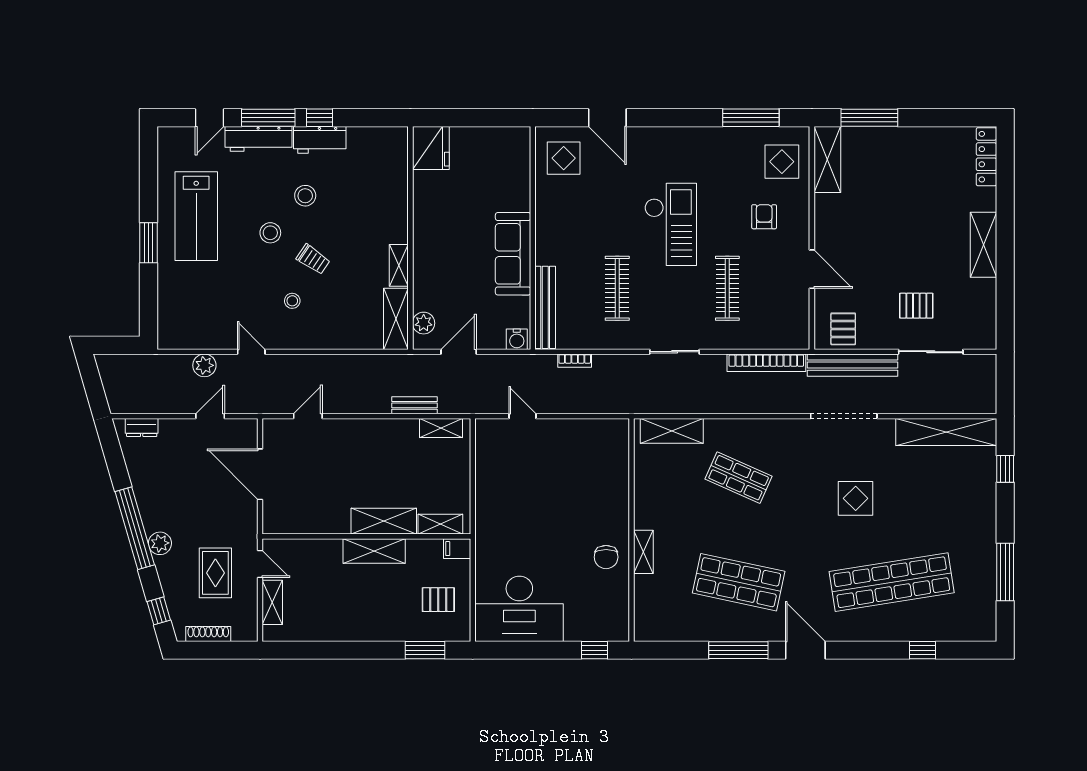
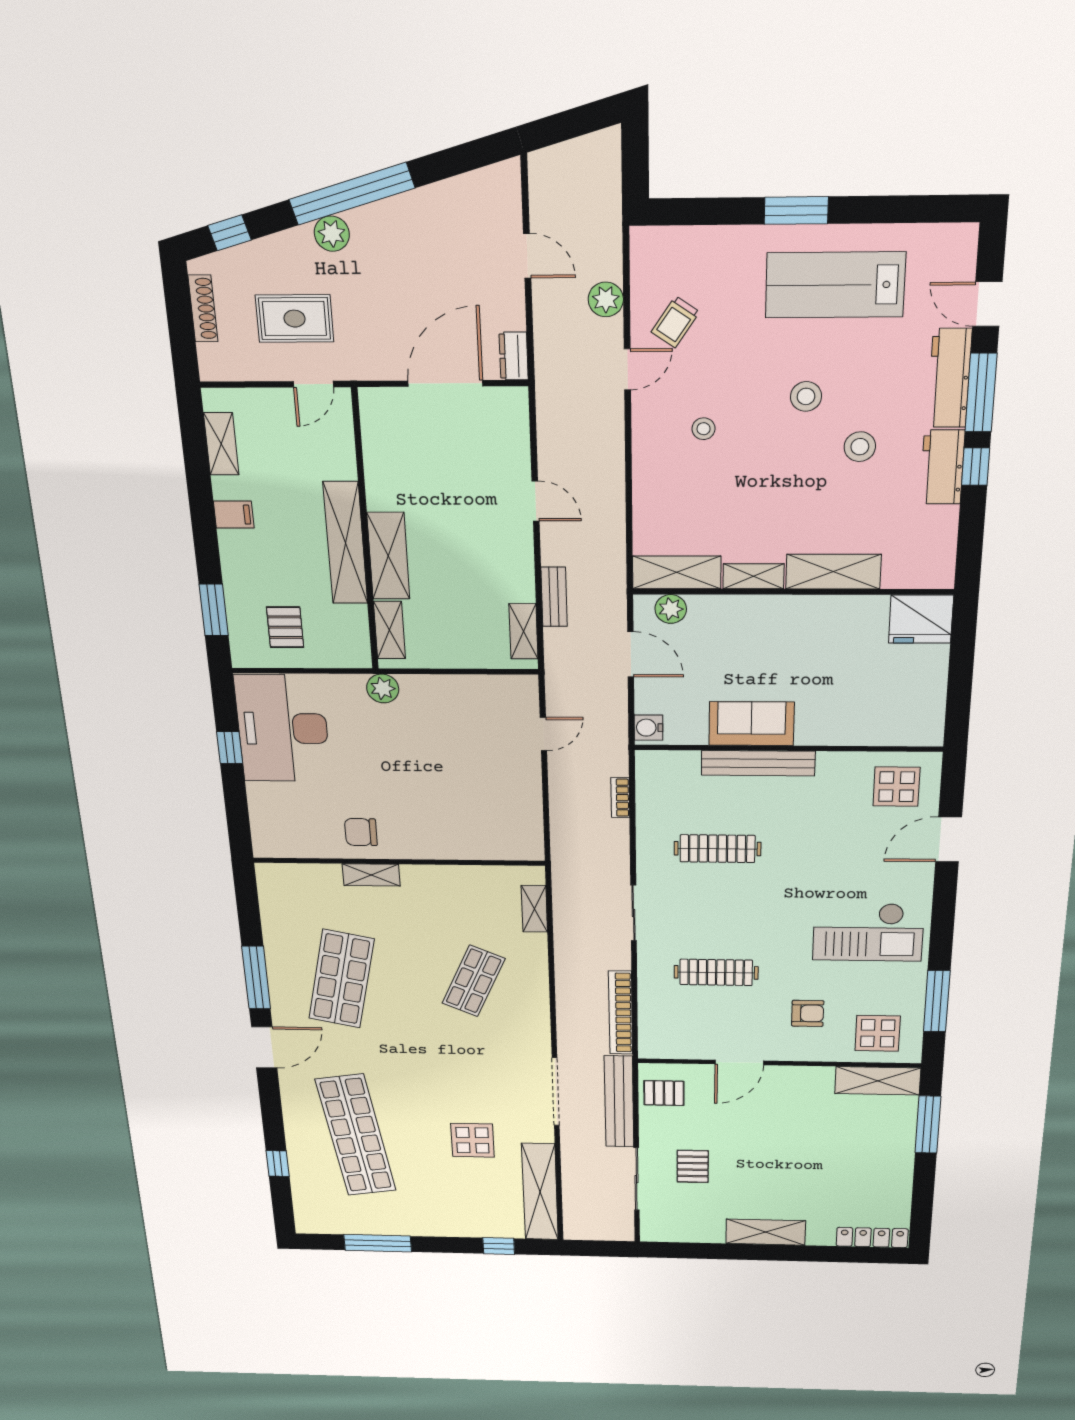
shelving: (395, 210) -> (833, 572), added
checkout: (671, 224) -> (868, 932), moved
sofa: (513, 254) -> (751, 724), width x0.73
trolley: (313, 259) -> (675, 322), moved
bench: (545, 307) -> (758, 763), moved
door: (210, 416) -> (527, 256), moved
door: (308, 416) -> (535, 501), moved
dresser: (142, 427) -> (514, 356), moved
shelving: (672, 431) -> (534, 909), width x0.67, depth x0.75
display table: (856, 498) -> (472, 1140), moved
plant: (486, 532) -> (383, 688), added
filing cabinet: (457, 549) -> (234, 515), moved, turned 90
shelving: (374, 551) -> (345, 543), width x1.47
shelving: (272, 602) -> (221, 444), moved, turned 90
window: (595, 650) -> (230, 748), moved

